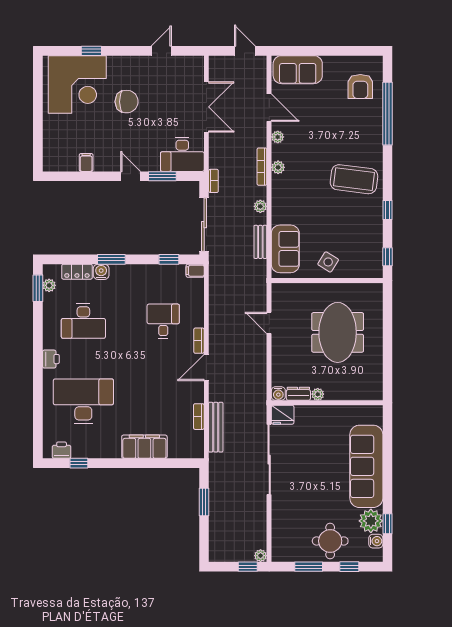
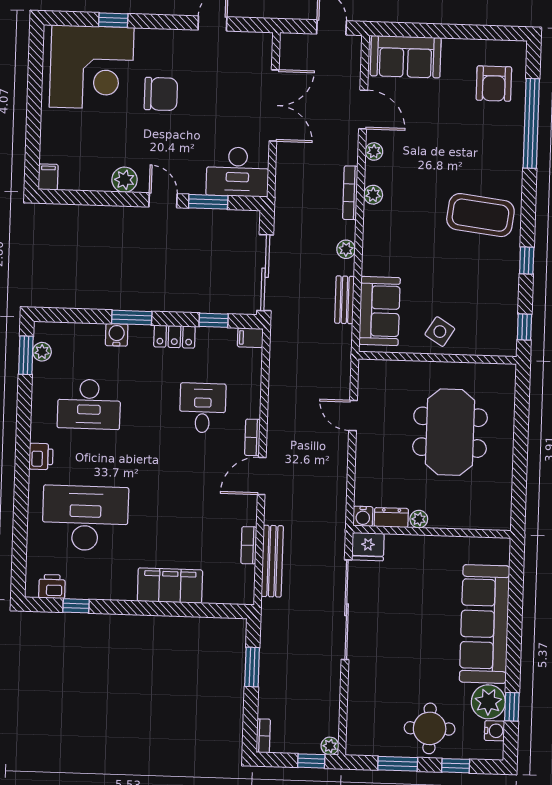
filing cabinet: (86, 162) -> (48, 177), moved
plant: (103, 163) -> (124, 180), added
bookcase: (213, 181) -> (263, 736), moved
locker: (77, 272) -> (174, 337), moved

